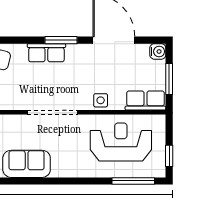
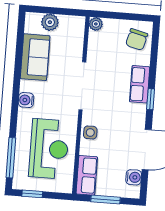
window: (61, 40) -> (151, 99), width x0.67
water cooler: (158, 51) -> (134, 177), moved, turned -90
water cooler: (72, 170) -> (26, 100), added

